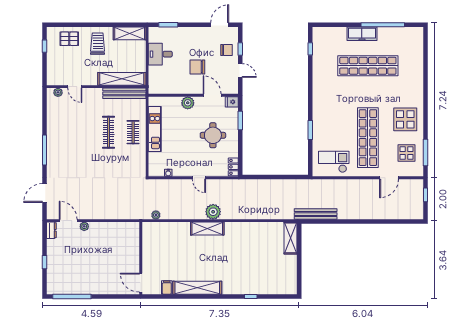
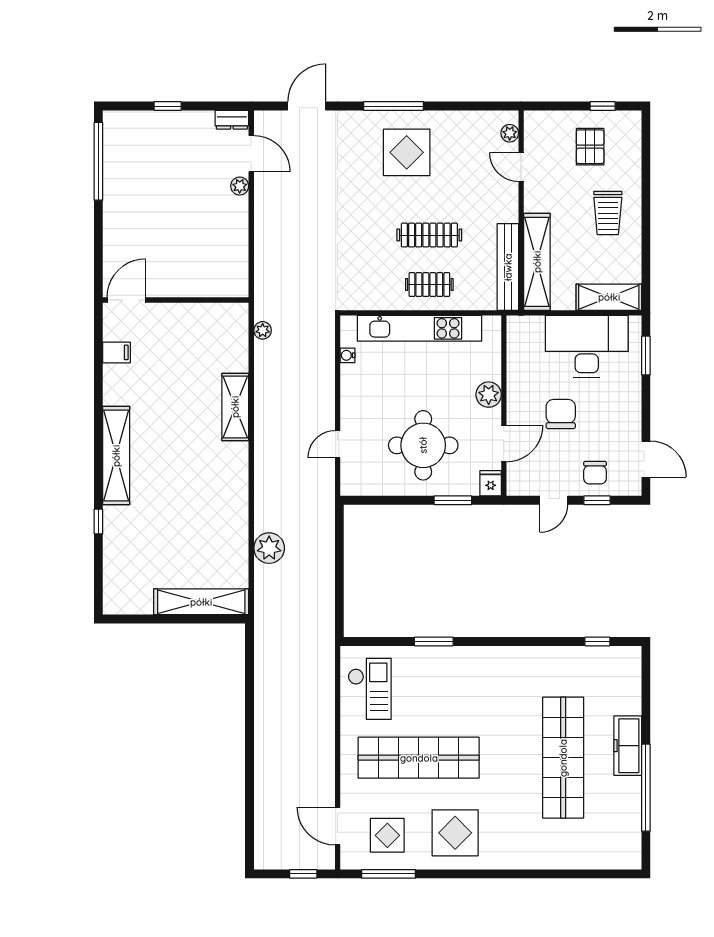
shelving: (130, 33) -> (609, 297), moved, turned 90
pallet: (69, 39) -> (590, 147), moved
trolley: (98, 44) -> (608, 213), turned 90
desk: (160, 54) -> (587, 347), width x1.87, depth x1.30
door: (75, 87) -> (521, 167), hinge flipped
kitchen unit: (155, 129) -> (419, 328), width x1.36
round table: (213, 135) -> (423, 445), width x1.36, depth x1.36
display table: (67, 143) -> (407, 152), added
locker: (233, 167) -> (360, 486), removed
door: (199, 178) -> (338, 444), moved
door: (389, 178) -> (338, 826), moved
door: (45, 193) -> (307, 106), hinge flipped
plant: (213, 212) -> (269, 548), moved
bench: (316, 214) -> (265, 652), removed
door: (68, 221) -> (251, 154), hinge flipped
shelving: (207, 229) -> (235, 407), moved
shelving: (291, 238) -> (201, 602), width x1.47
shelving: (197, 288) -> (116, 456), moved

